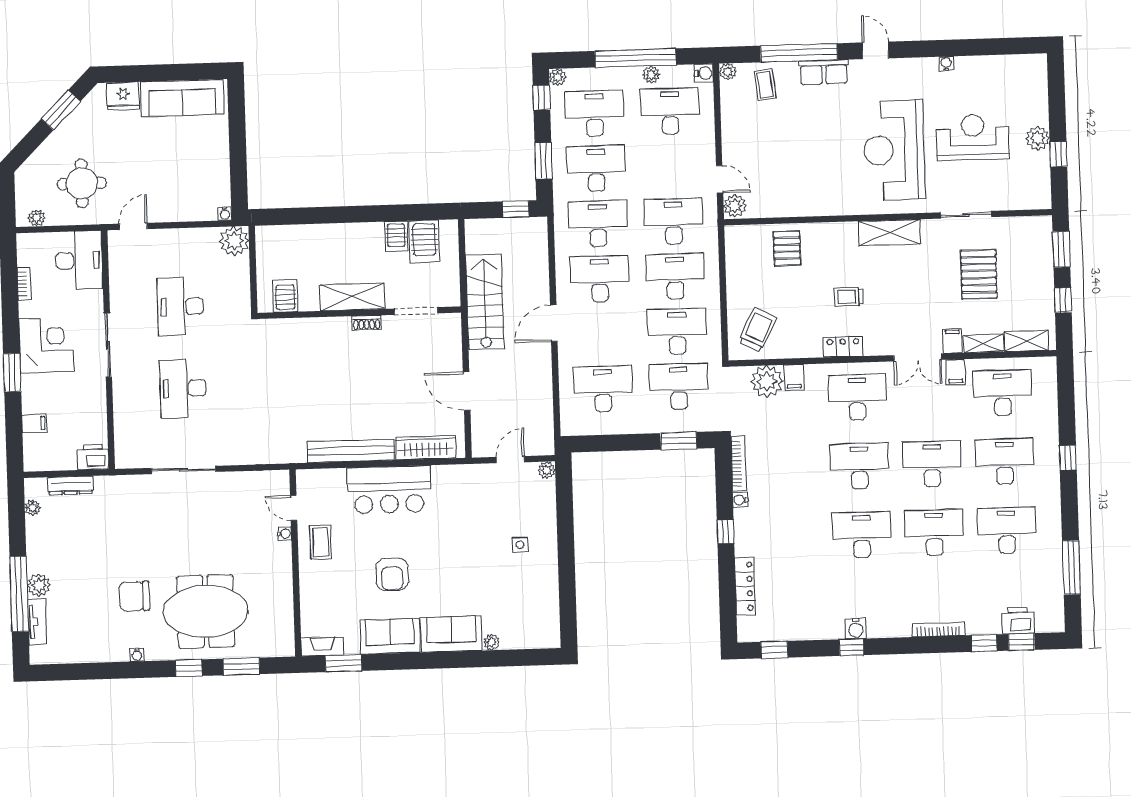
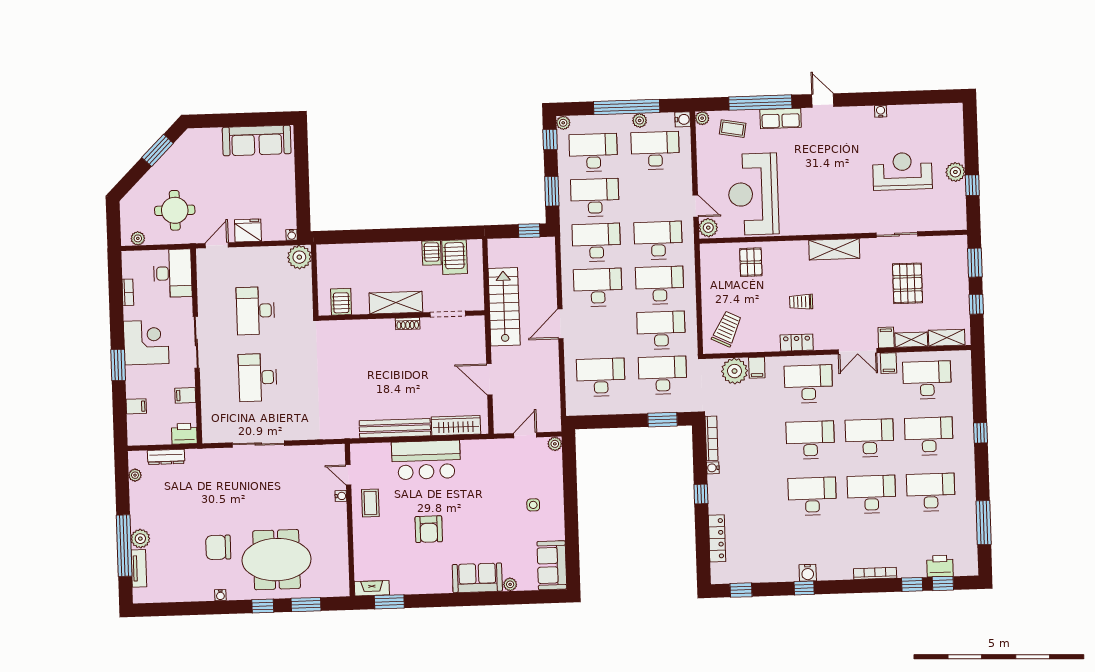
coffee table: (765, 85) -> (733, 129), turned -73
fridge: (123, 96) -> (248, 230), moved, turned 180
reception desk: (894, 150) -> (753, 194), moved
filing cabinet: (94, 410) -> (185, 395), added
sofa: (390, 636) -> (552, 565), moved, turned -90

